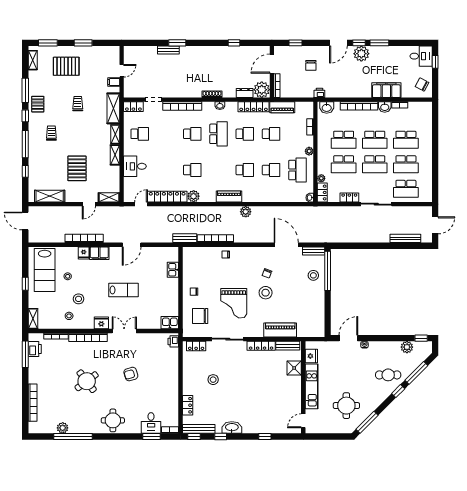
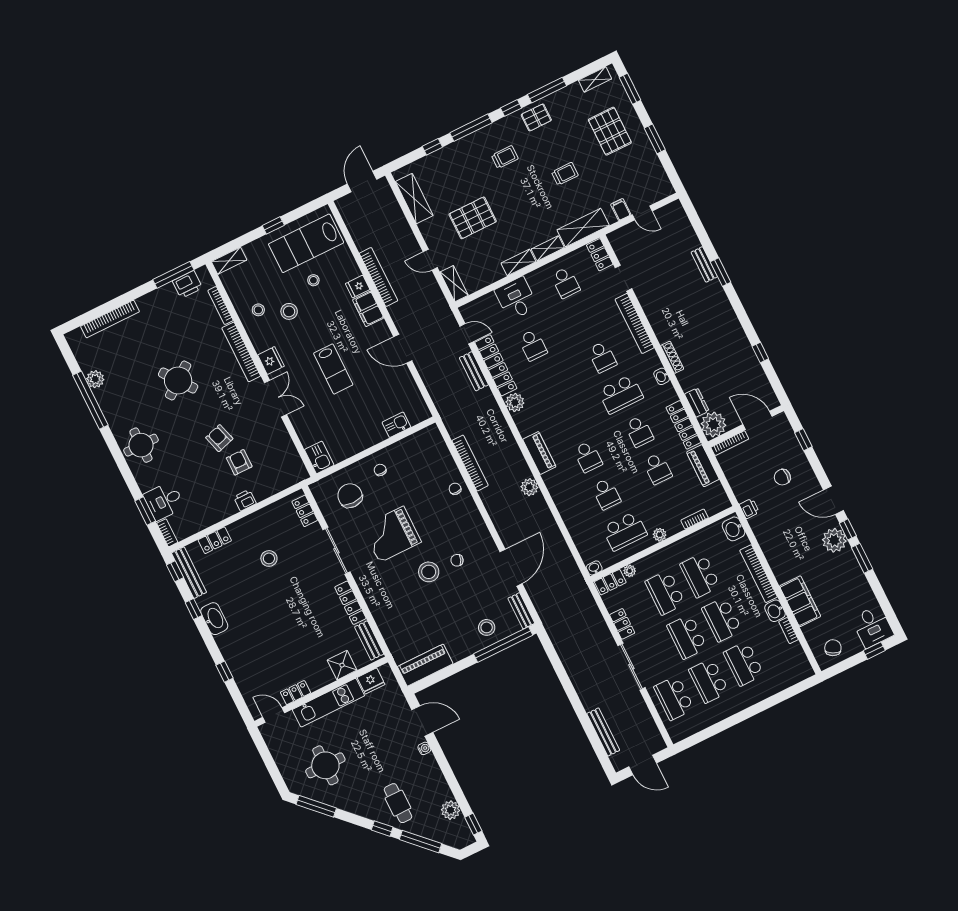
school desk: (192, 170) -> (533, 345), moved
bench: (185, 238) -> (474, 371), moved
piano: (280, 330) -> (425, 665), moved, turned -90
printer: (173, 341) -> (245, 500), moved
armchair: (150, 369) -> (239, 462), added
locker: (297, 402) -> (295, 693), added

